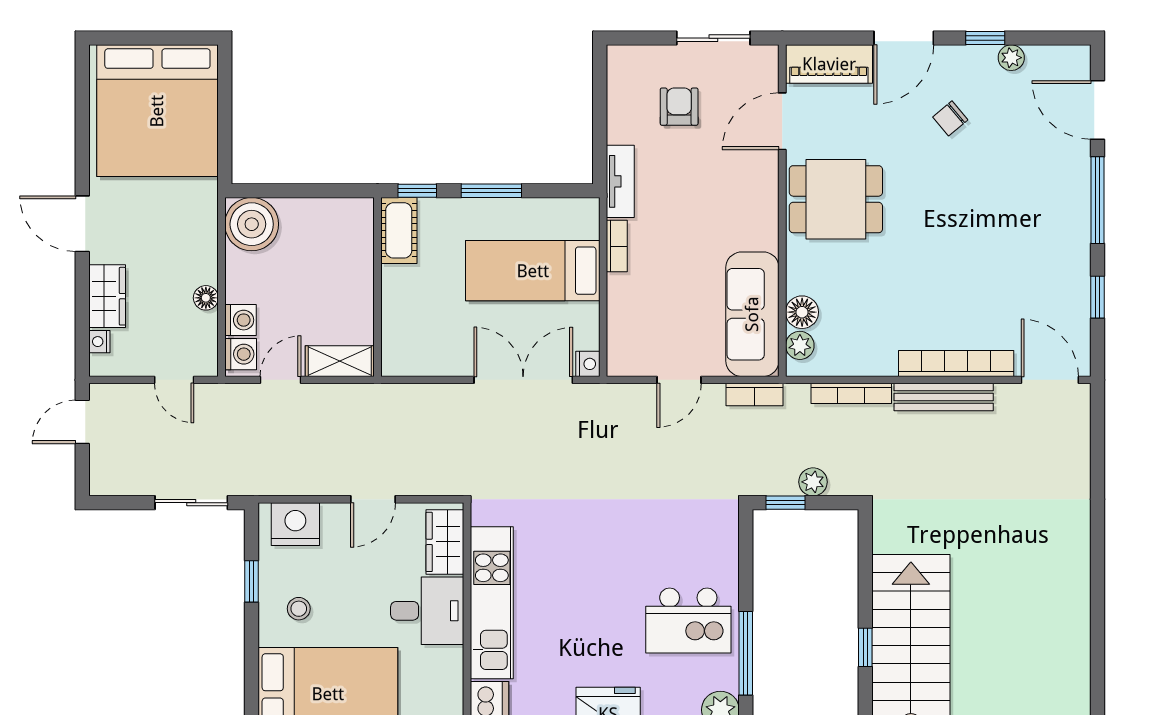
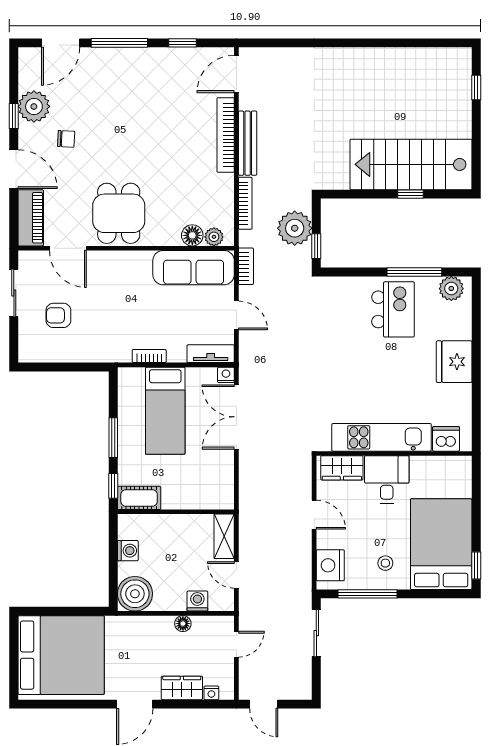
plant: (1011, 58) -> (34, 106), width x1.88, depth x1.88
chair: (950, 118) -> (66, 139), turned -47
tv unit: (620, 181) -> (211, 354), moved
washing machine: (241, 354) -> (128, 551), moved, turned 90
plant: (813, 482) -> (295, 228), width x1.88, depth x1.88
window: (251, 581) -> (368, 594), width x2.17

